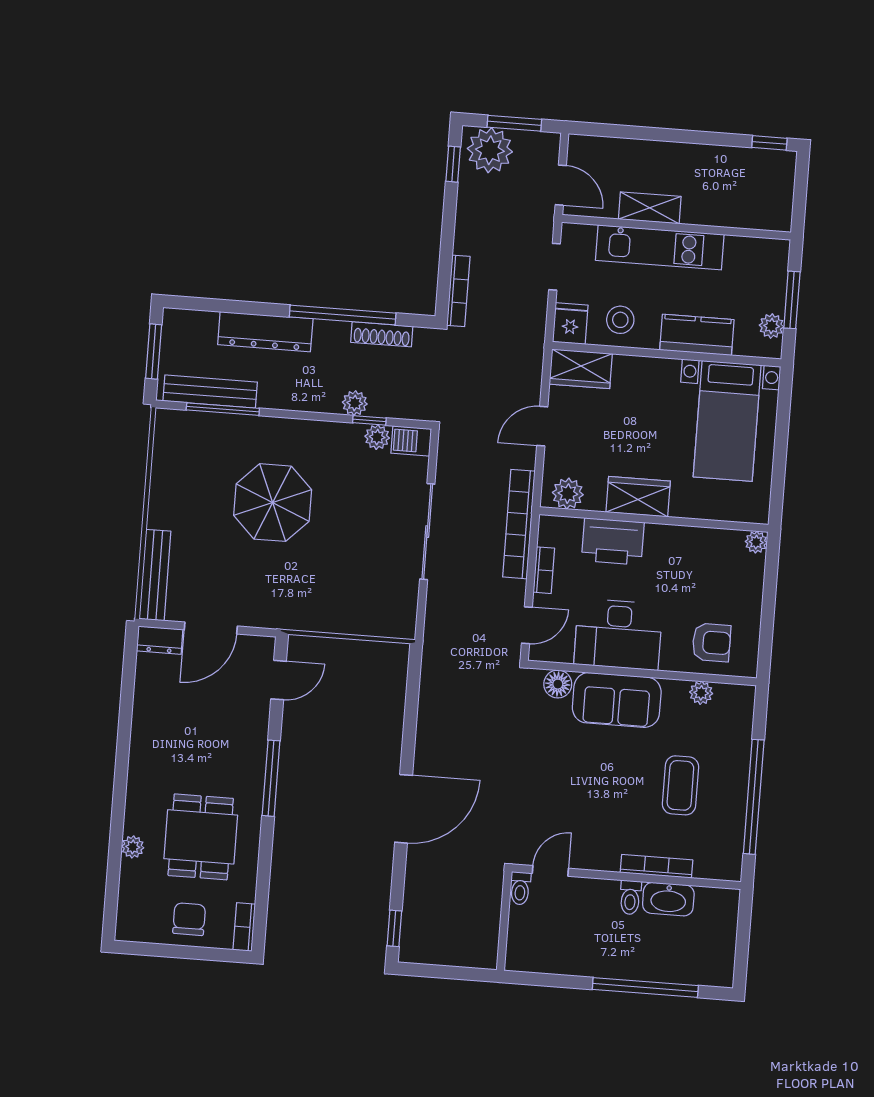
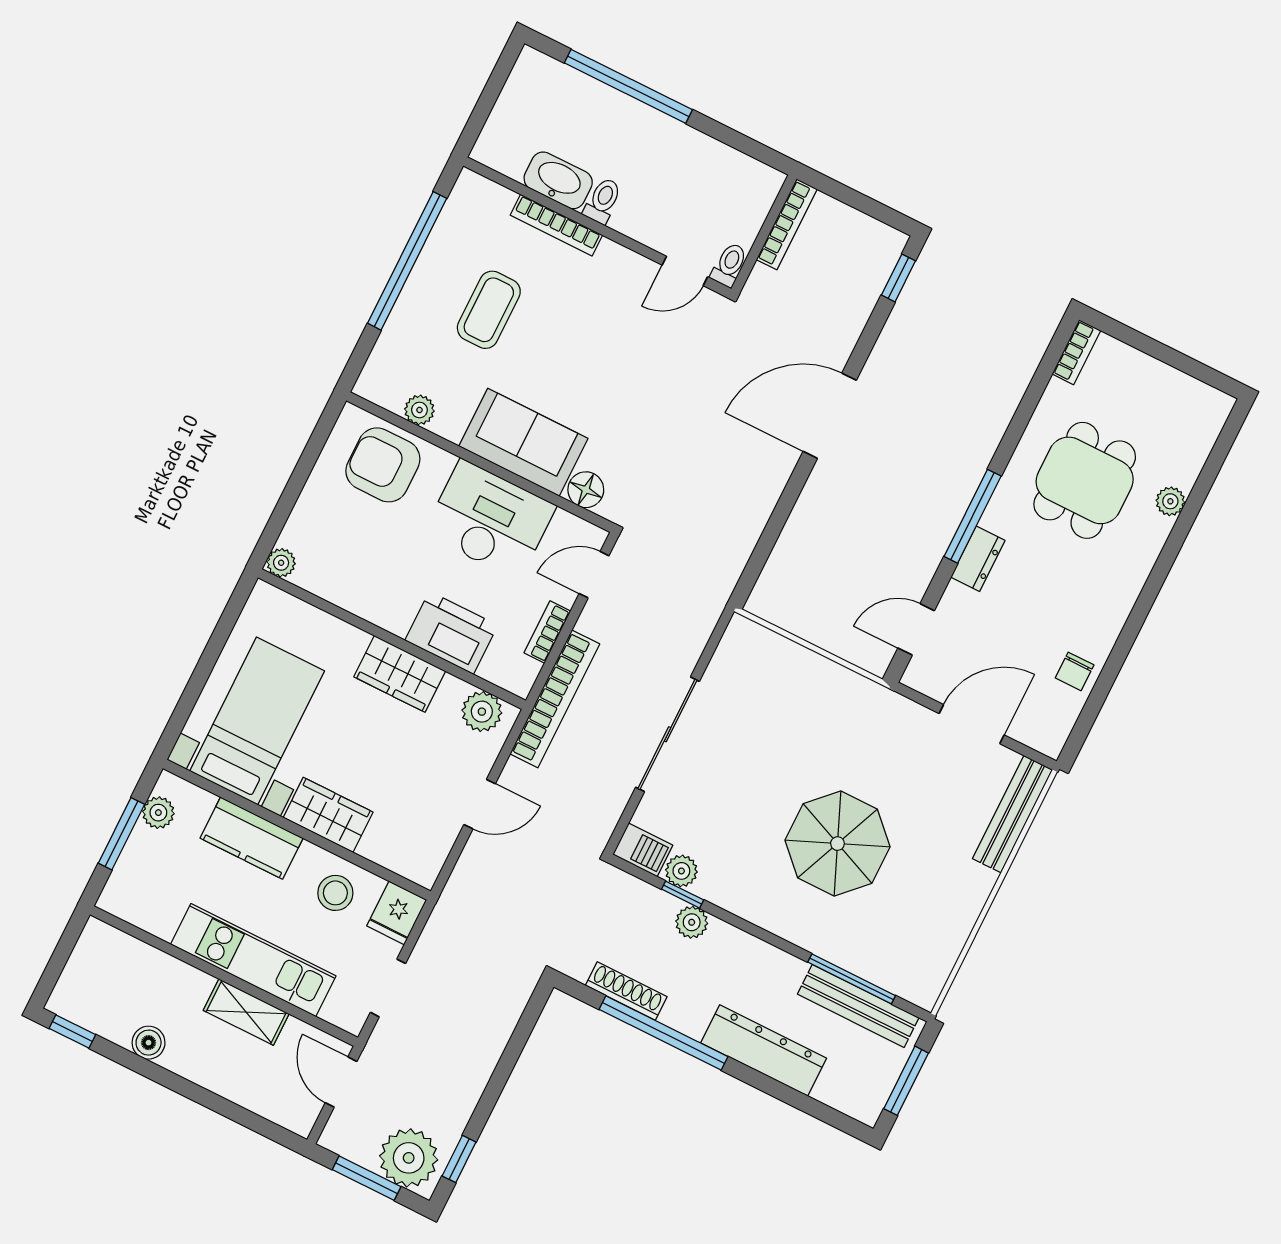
boiler: (711, 157) -> (149, 1043), added
bookcase: (458, 291) -> (787, 224), moved, turned 180
wardrobe: (581, 369) -> (328, 815), moved
dresser: (160, 640) -> (978, 559), moved, turned 90
armchair: (711, 643) -> (383, 465), width x1.38, depth x1.38
chair: (189, 919) -> (1075, 671), moved, width x0.73, depth x0.73

